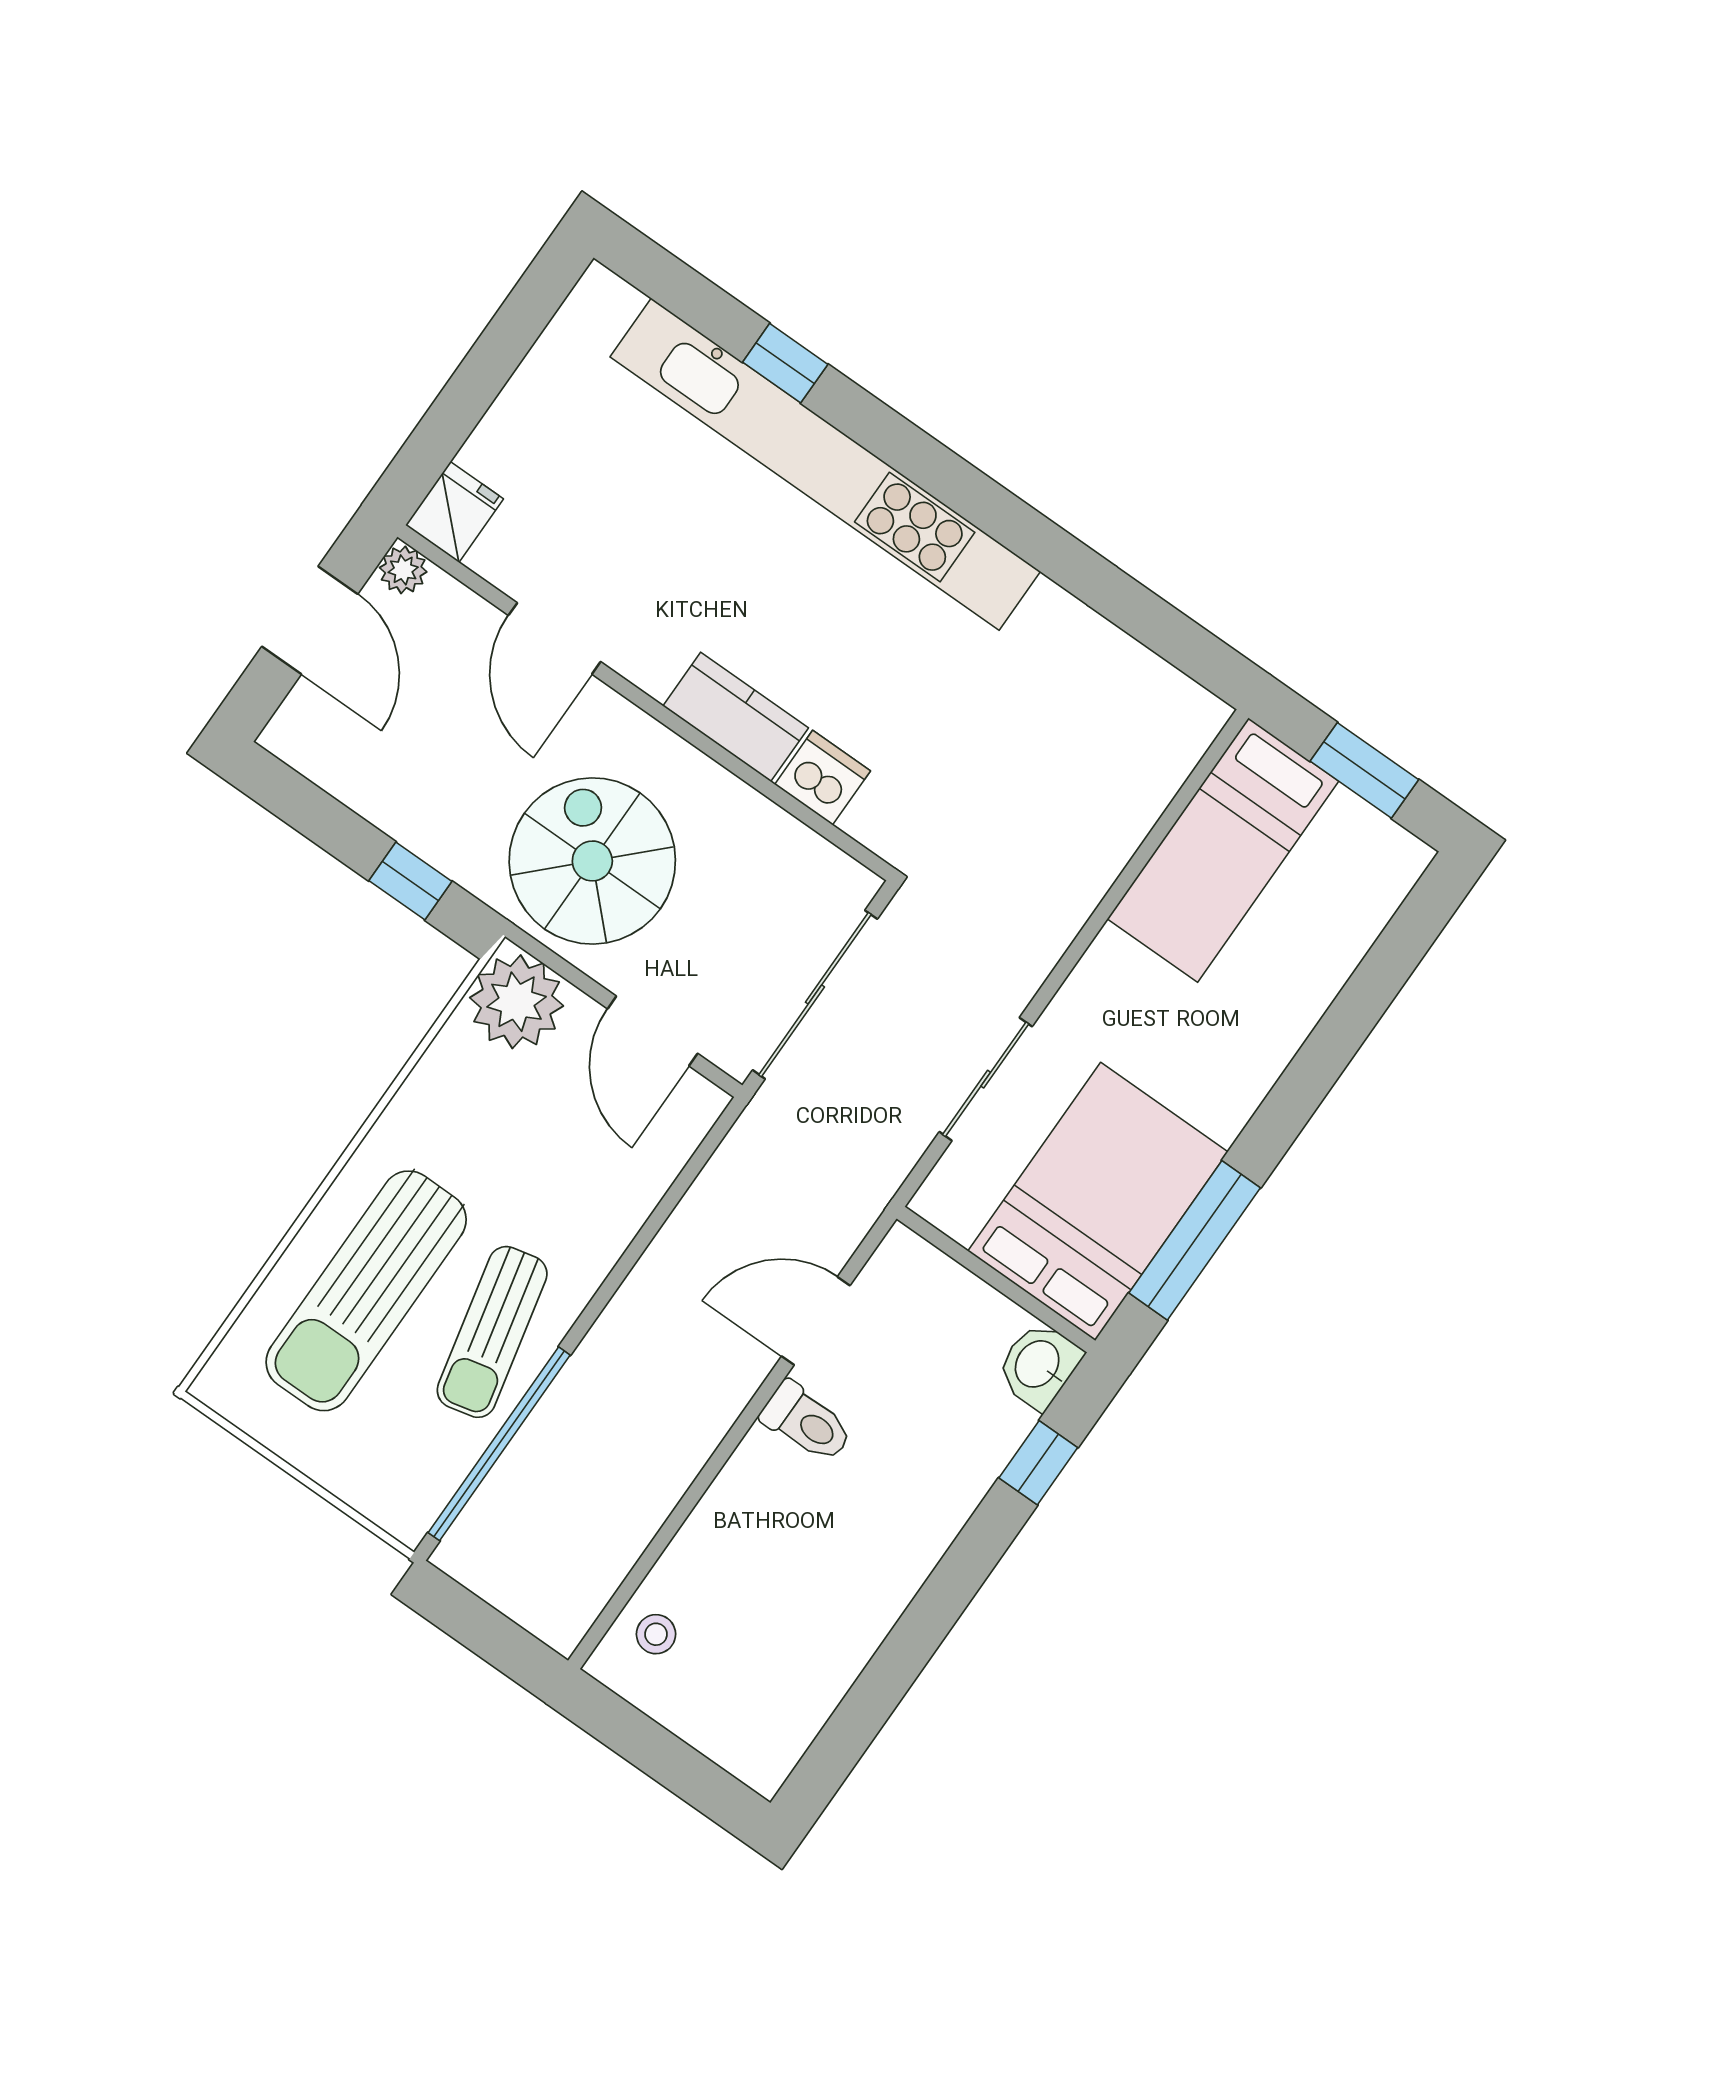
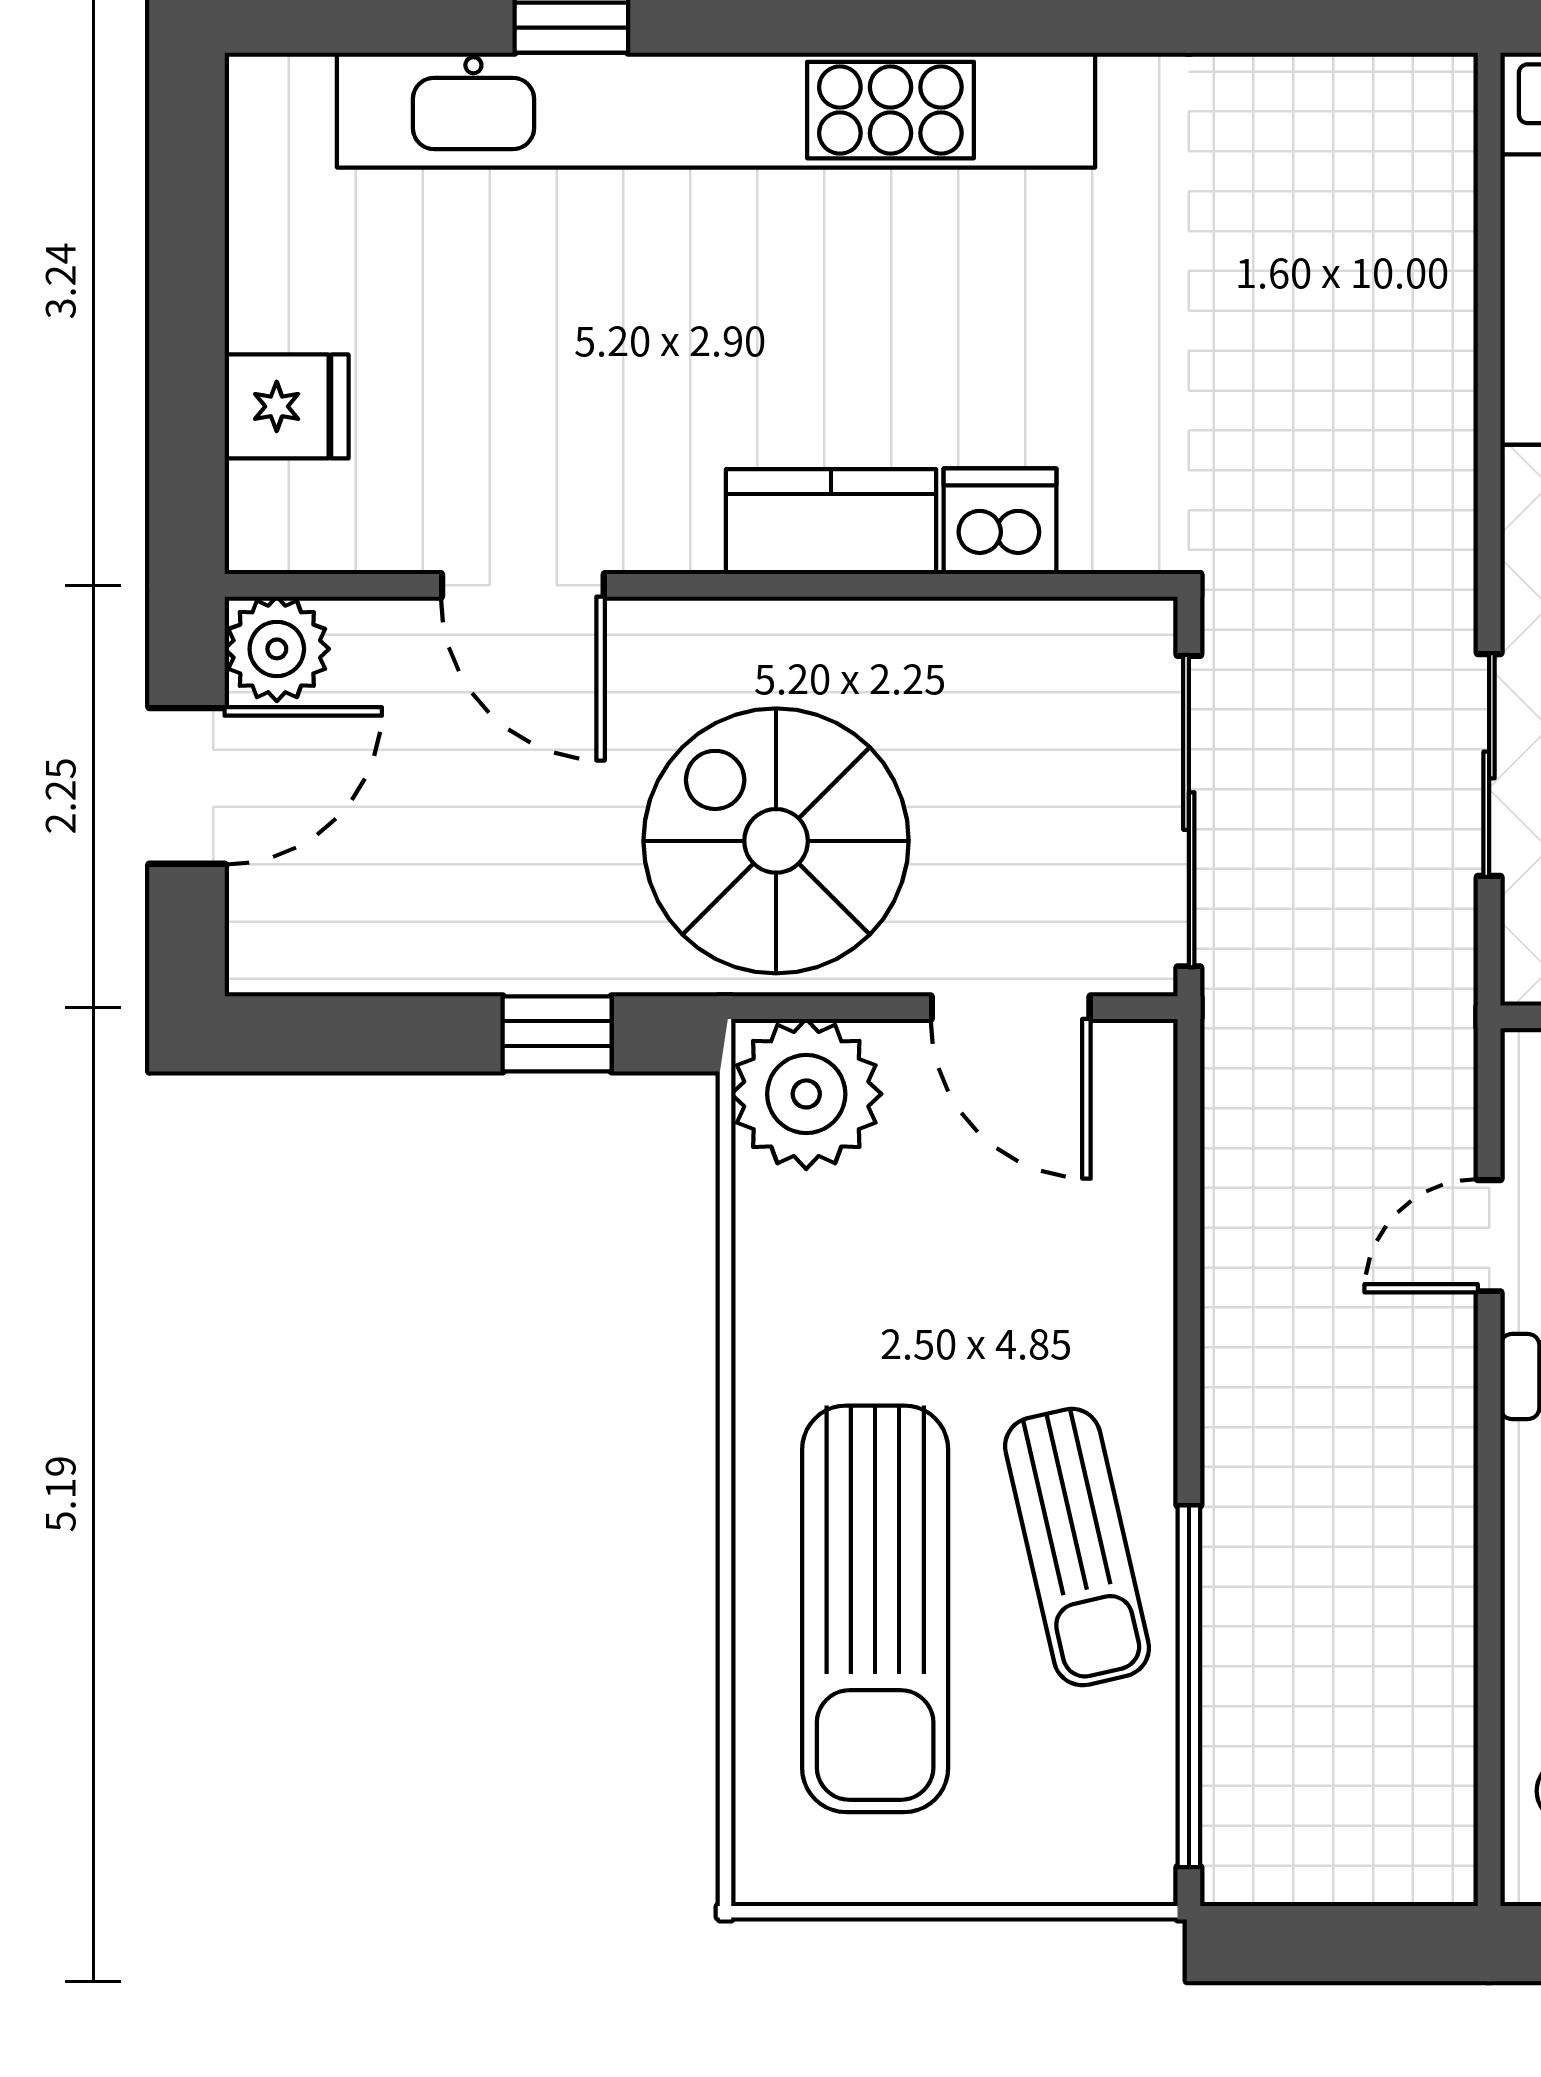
fridge: (455, 512) -> (287, 406), moved, turned 90
plant: (403, 570) -> (277, 649), width x1.38, depth x1.38
door: (310, 620) -> (187, 786), hinge flipped
door: (816, 1321) -> (1489, 1236), width x0.73

